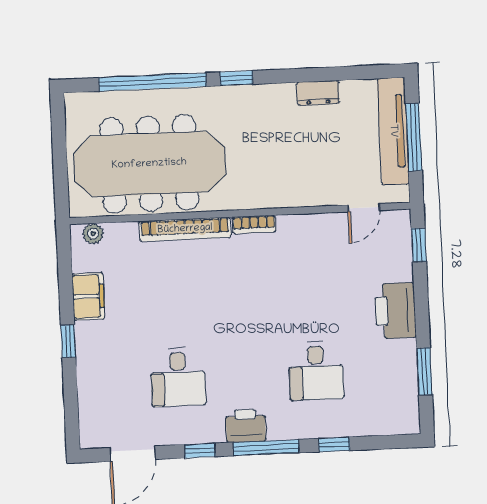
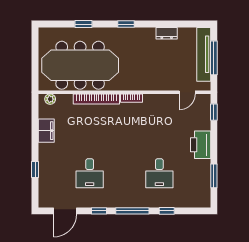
window: (153, 82) -> (84, 24), width x0.32
window: (68, 341) -> (35, 170), moved
printer: (246, 426) -> (123, 199), removed

